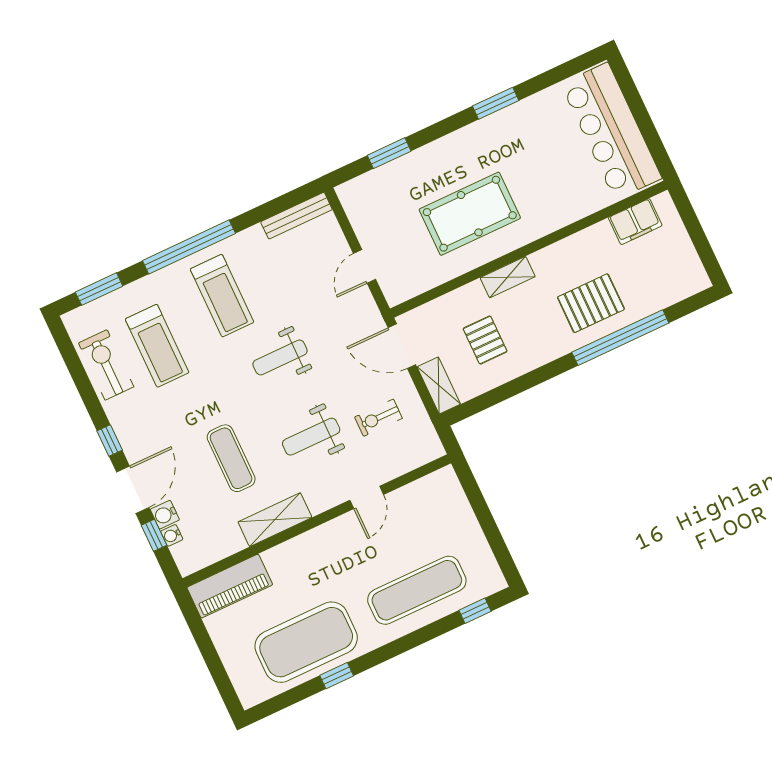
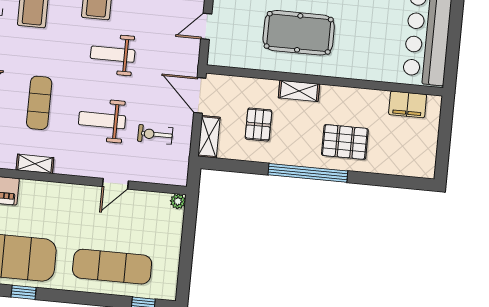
window: (620, 338) -> (308, 173), moved
plant: (447, 476) -> (178, 201), added
shelving: (275, 520) -> (35, 164), width x0.67, depth x0.75

